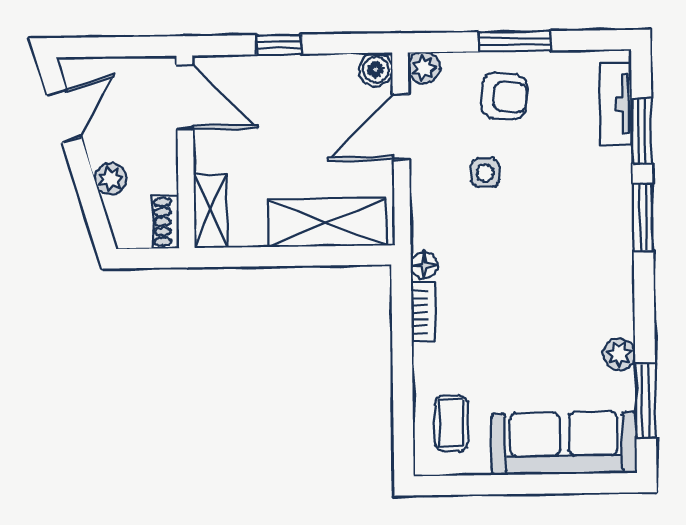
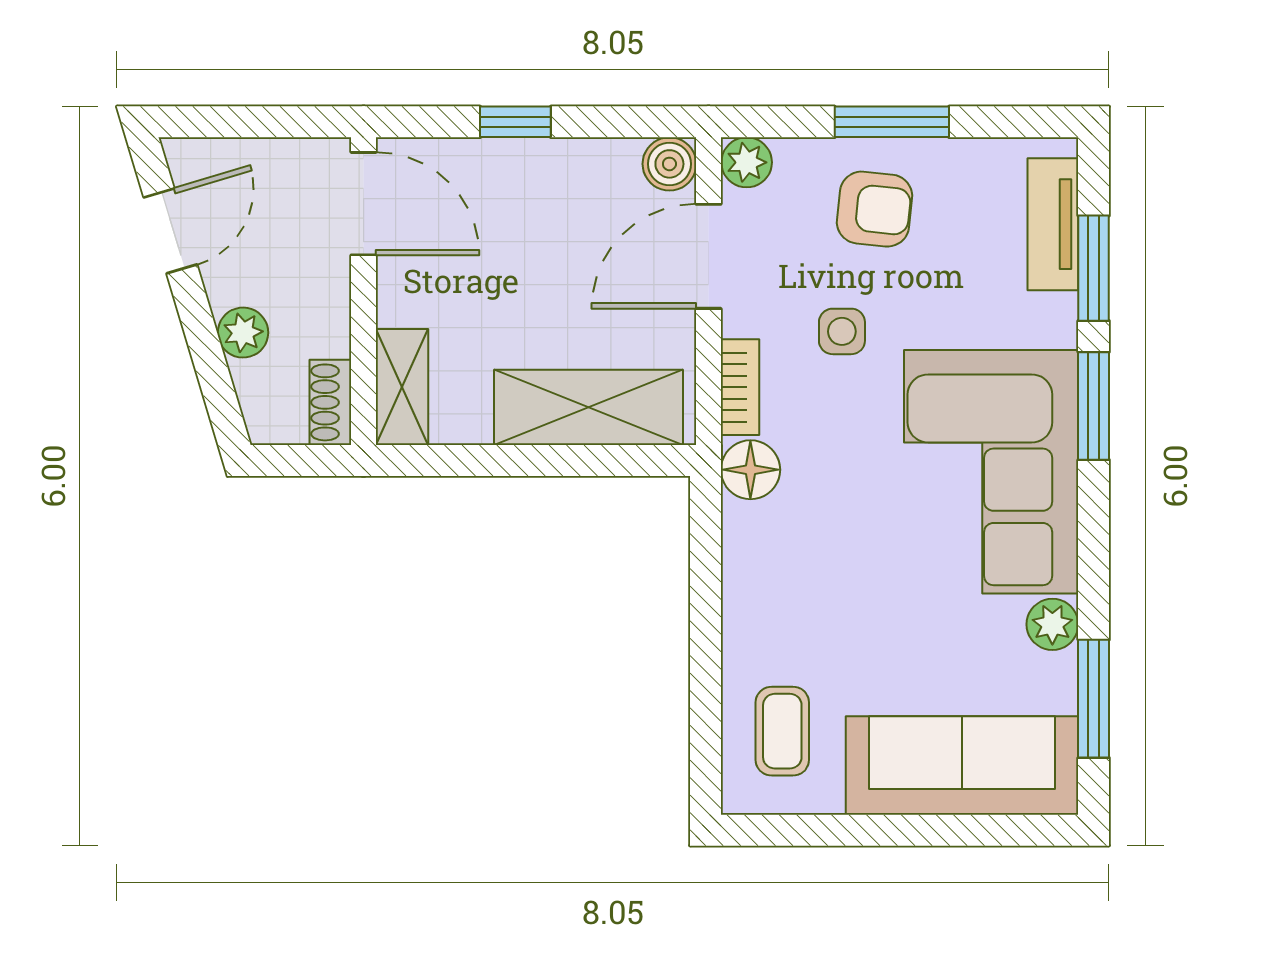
corner sofa: (580, 259) -> (991, 472), added
floor lamp: (424, 265) -> (750, 470), width x1.37, depth x1.37
bookcase: (423, 312) -> (740, 387), moved

